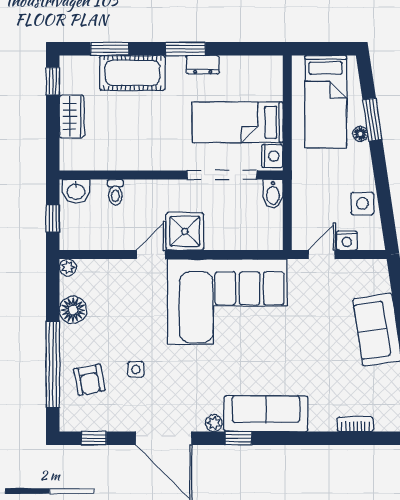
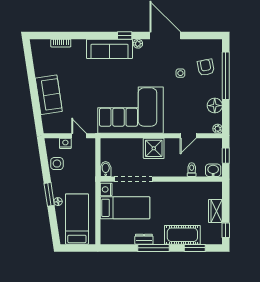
window: (185, 49) -> (153, 248), width x1.44
window: (372, 120) -> (49, 194), moved
door: (151, 255) -> (188, 136), moved
door: (322, 255) -> (79, 136), swing flipped
window: (94, 438) -> (203, 36), removed

